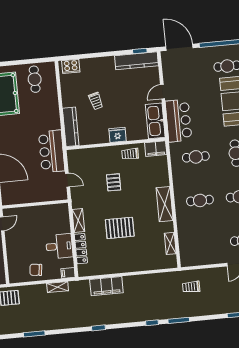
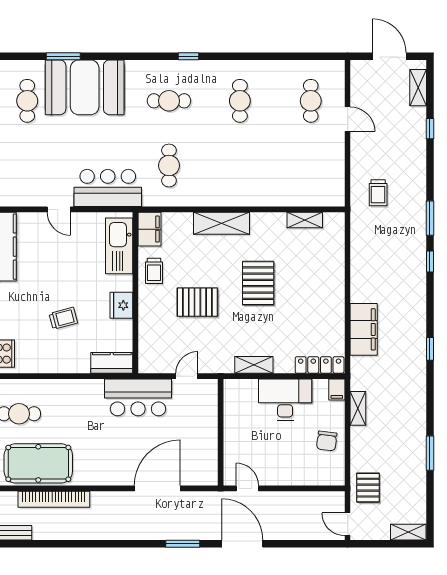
kitchen sink: (155, 121) -> (119, 246), moved, turned 90
kitchen counter: (71, 127) -> (112, 363), width x0.67
fridge: (118, 135) -> (121, 305), moved
pallet: (114, 182) -> (197, 302), width x1.50, depth x1.42
cafe table: (200, 200) -> (240, 166), removed
shelving: (165, 204) -> (221, 223), moved
pallet: (120, 228) -> (258, 283), moved
desk: (59, 246) -> (285, 400), width x1.37
locker: (81, 249) -> (320, 365), moved

